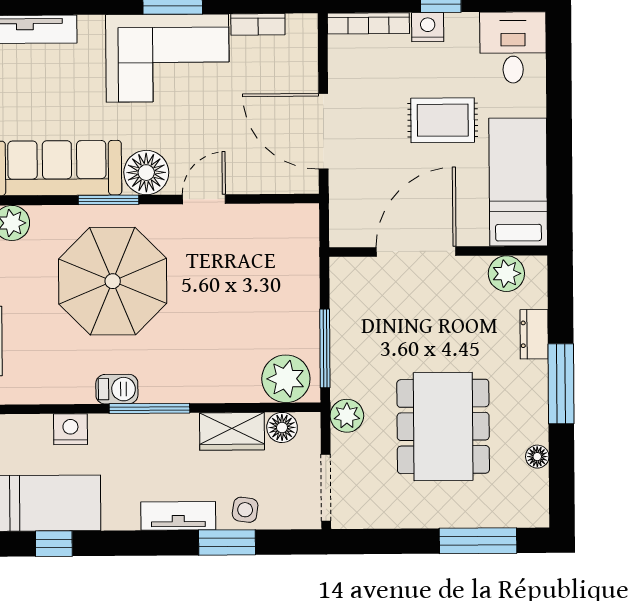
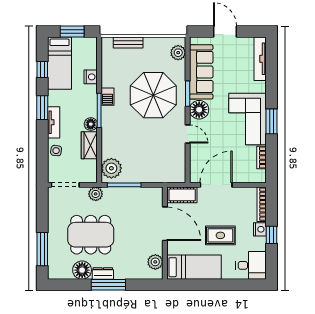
rug: (443, 120) -> (220, 235), turned 90
cot: (348, 211) -> (182, 195), added
dresser: (534, 334) -> (103, 273), moved
floor lamp: (282, 427) -> (91, 124), moved
floor lamp: (537, 457) -> (82, 270), width x1.89, depth x1.89
window: (227, 542) -> (42, 108), moved

